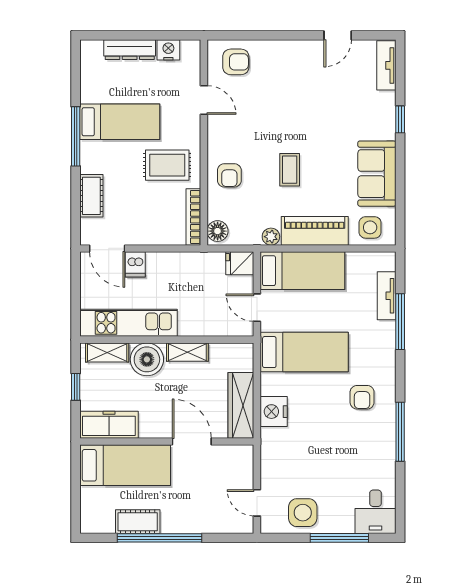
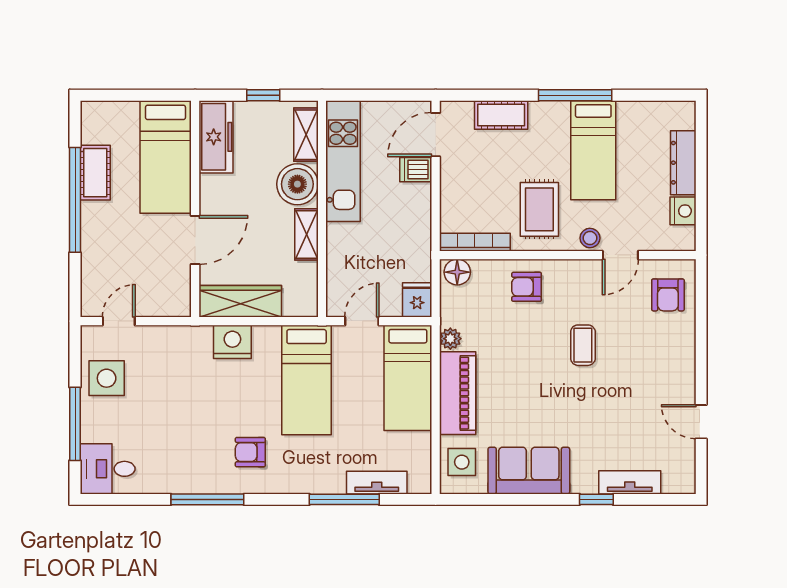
tv unit: (386, 65) -> (630, 482), moved
stool: (190, 124) -> (590, 238), added
coffee table: (290, 170) -> (583, 345), moved, turned 90

